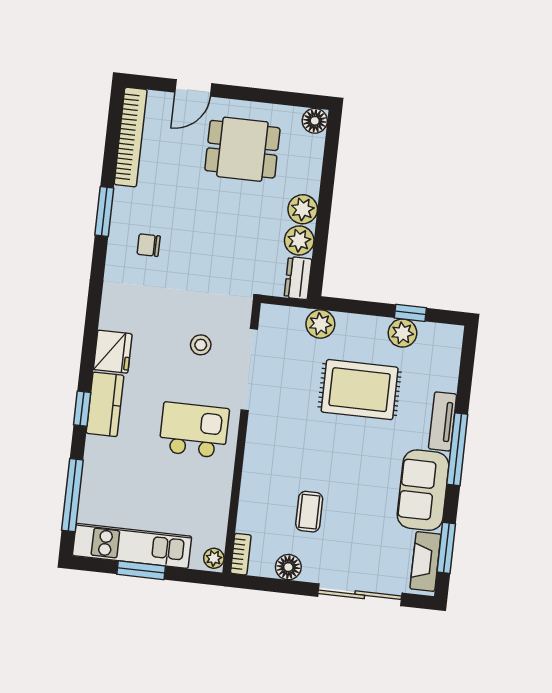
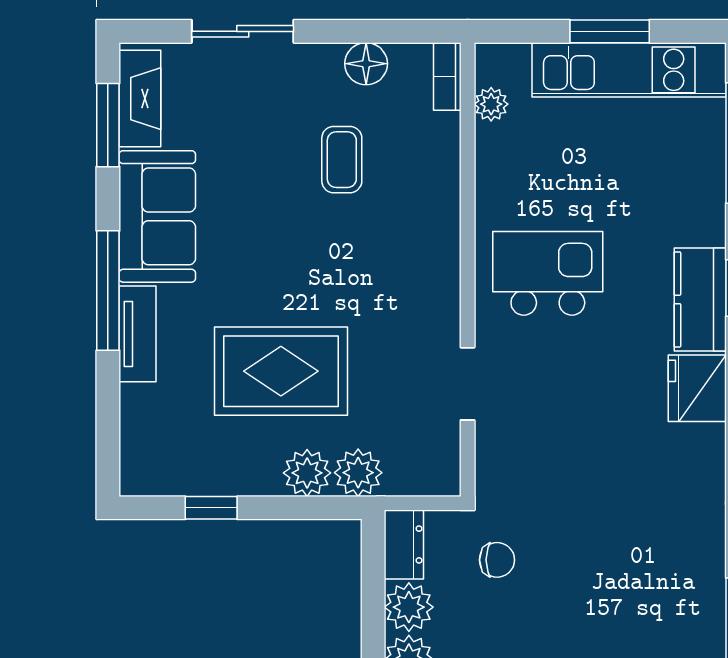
chair: (149, 245) -> (497, 560), moved
plant: (402, 333) -> (307, 473), moved
stool: (201, 345) -> (553, 416), removed
doorway: (249, 370) -> (468, 384), width x0.53
kitchen island: (194, 430) -> (548, 273), turned 180
plant: (214, 558) -> (491, 104), moved
sliding door: (360, 595) -> (243, 31), width x0.73

